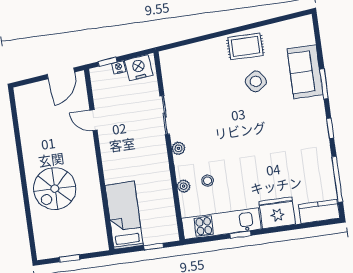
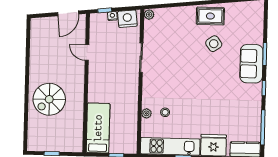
sofa: (305, 72) -> (251, 64), moved
plant: (178, 148) -> (149, 15), moved

